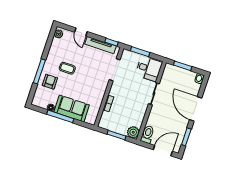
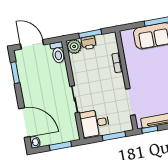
door: (196, 109) -> (24, 123), moved
printer: (121, 129) -> (89, 43), added
door: (163, 151) -> (32, 44), swing flipped

